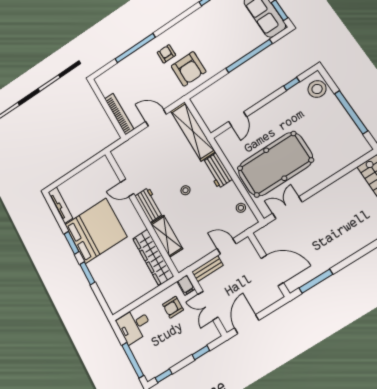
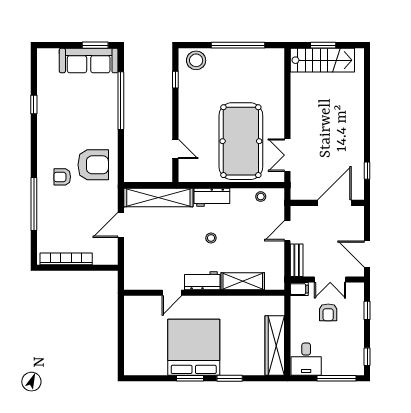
bookcase: (119, 114) -> (66, 259), moved
tv unit: (60, 205) -> (145, 369), removed
wardrobe: (153, 257) -> (275, 345), moved, turned 90
window: (316, 281) -> (367, 171), width x0.46
armchair: (173, 307) -> (328, 312), moved

